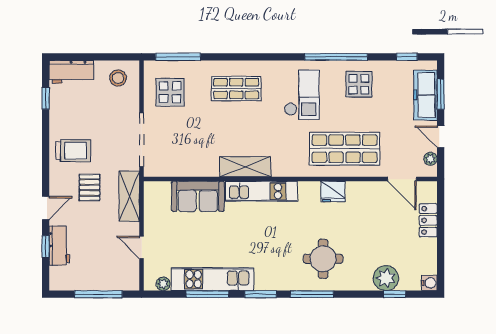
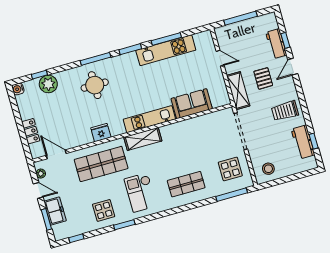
window: (336, 57) -> (124, 225), width x0.47
workbench: (71, 72) -> (303, 142), moved, turned -90
freezer: (425, 95) -> (55, 211), width x0.71
shelving: (245, 167) -> (143, 139), moved
pallet: (90, 188) -> (263, 78), moved
plant: (163, 284) -> (199, 38), removed

